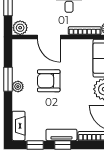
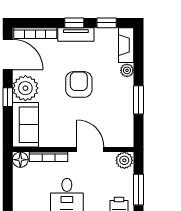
armchair: (49, 81) -> (79, 84), moved, turned -90
plant: (18, 87) -> (127, 70), moved

